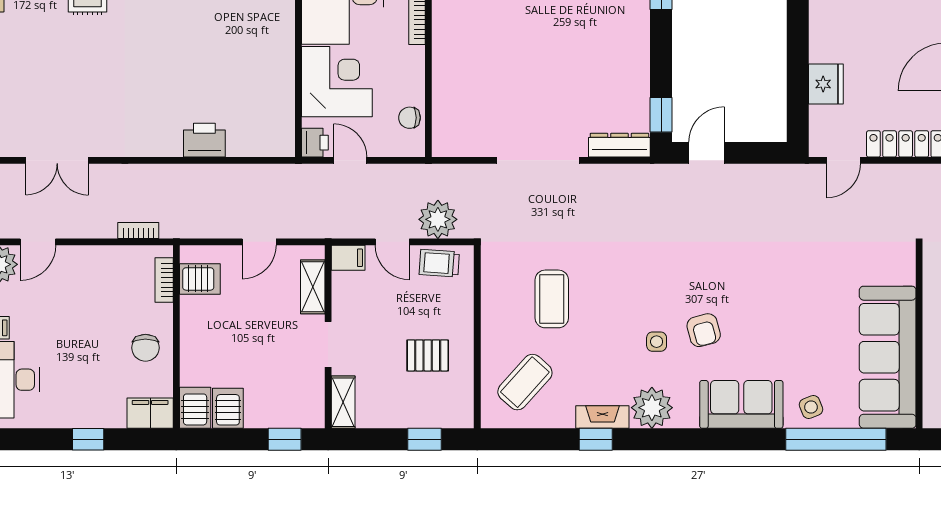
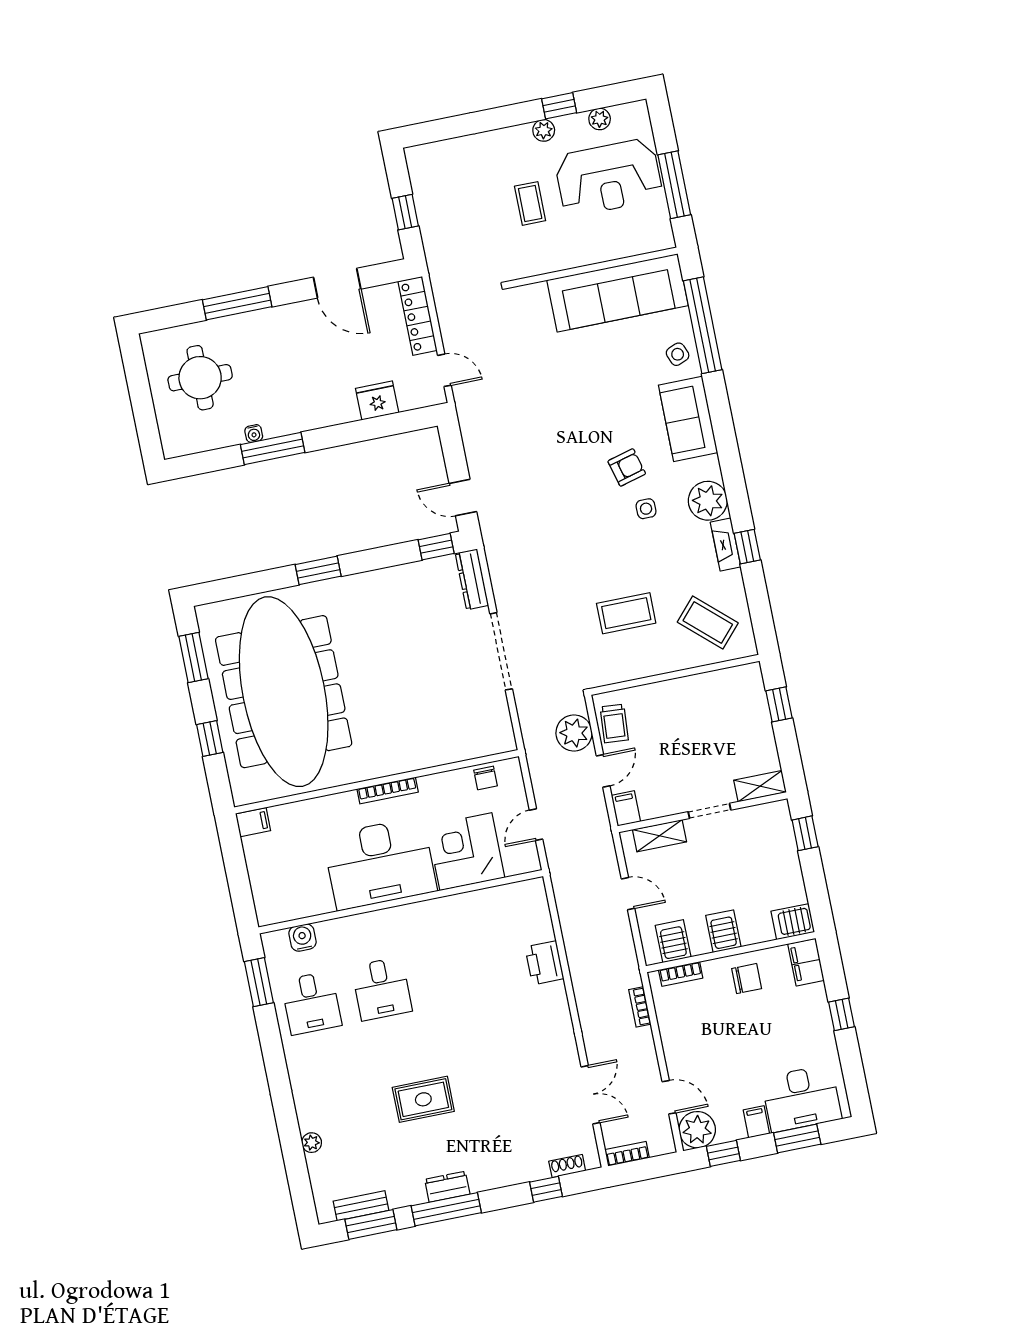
printer: (315, 143) -> (526, 861), removed
pallet: (428, 355) -> (701, 717), removed
server rack: (228, 408) -> (723, 931), moved, turned 90

